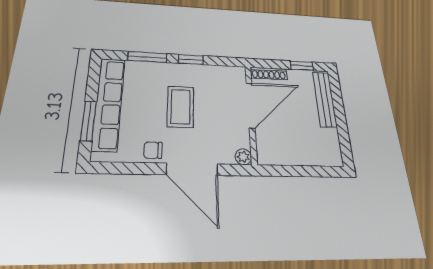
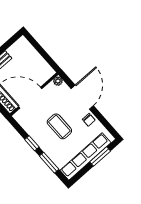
coffee table: (181, 107) -> (59, 126), turned 90

